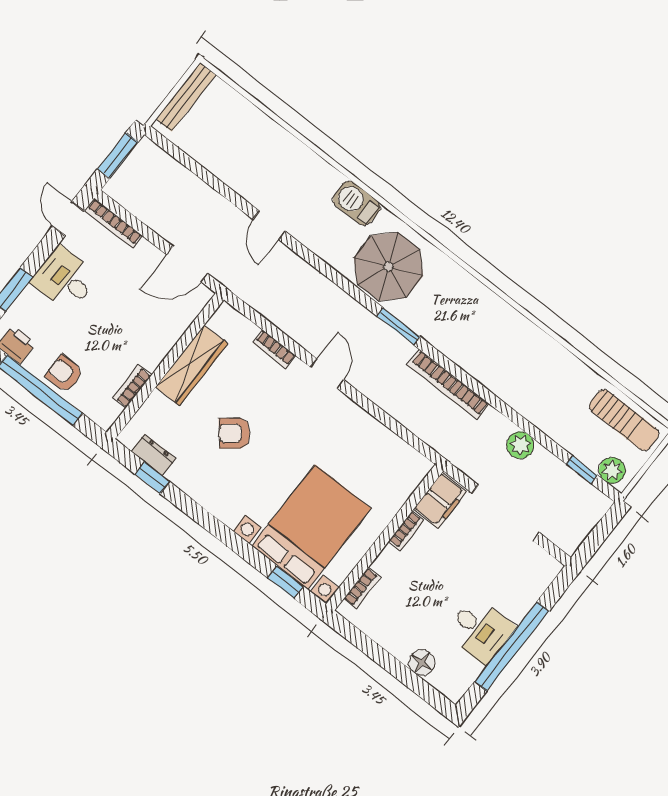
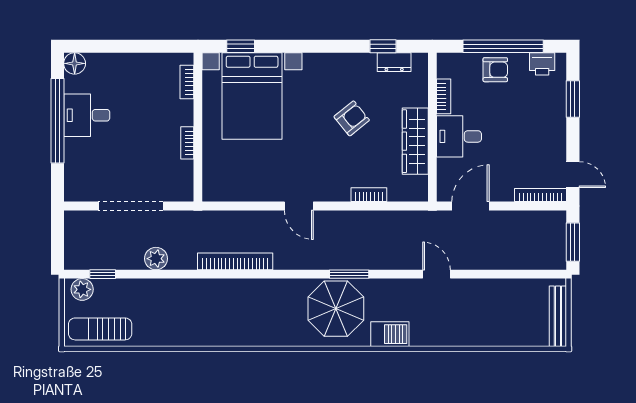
desk: (65, 279) -> (459, 136), moved, turned 180
window: (398, 326) -> (349, 274), moved
door: (327, 373) -> (299, 206), moved
filing cabinet: (440, 500) -> (181, 181), removed
floor lamp: (422, 663) -> (75, 63), moved

